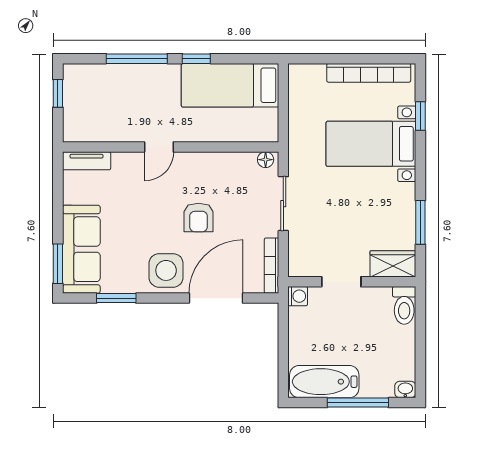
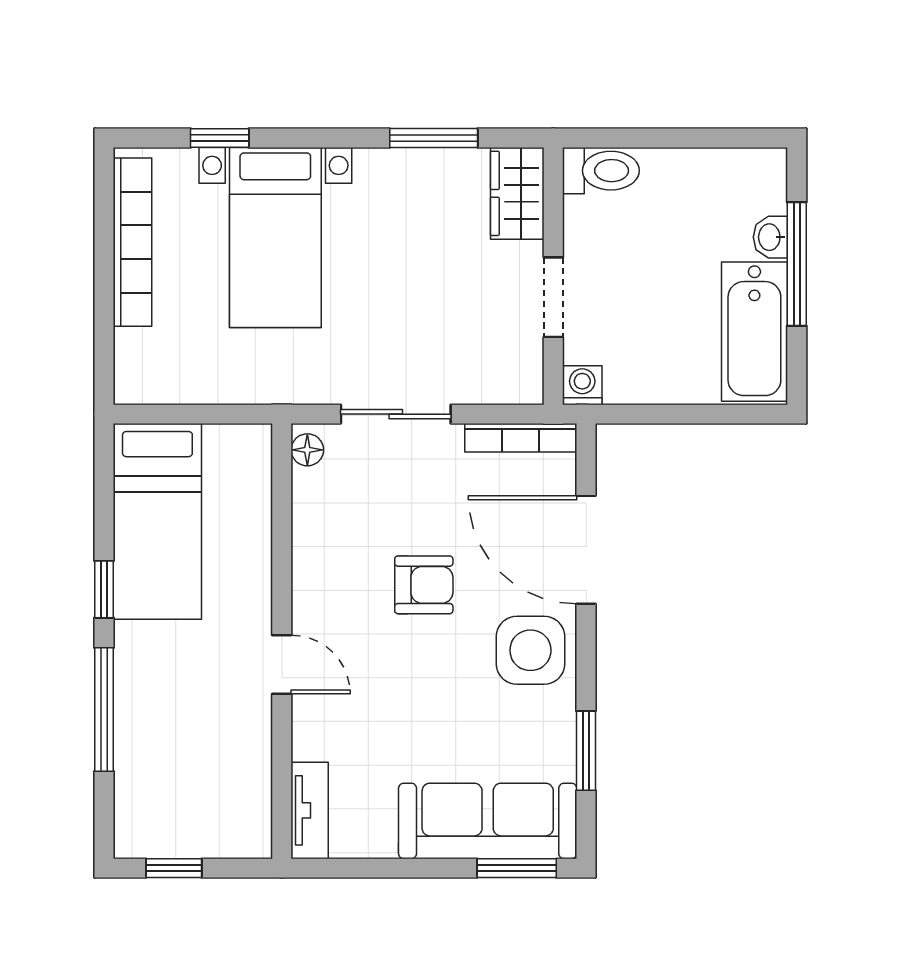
washbasin: (405, 390) -> (770, 237), moved

